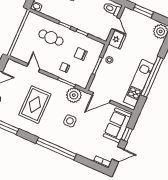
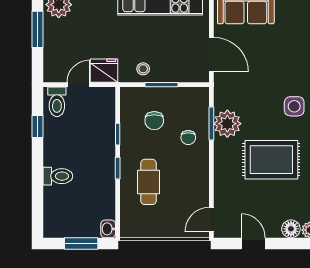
window: (143, 11) -> (37, 29), moved
door: (33, 68) -> (211, 219), moved
plant: (74, 95) -> (227, 124), moved
side table: (70, 121) -> (294, 106), moved

